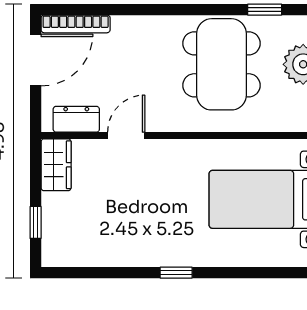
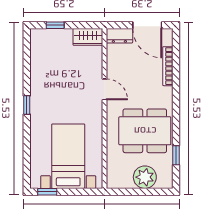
bookcase: (76, 24) -> (168, 66), moved
dresser: (76, 119) -> (119, 36), moved, turned 90
door: (126, 136) -> (104, 89), moved

